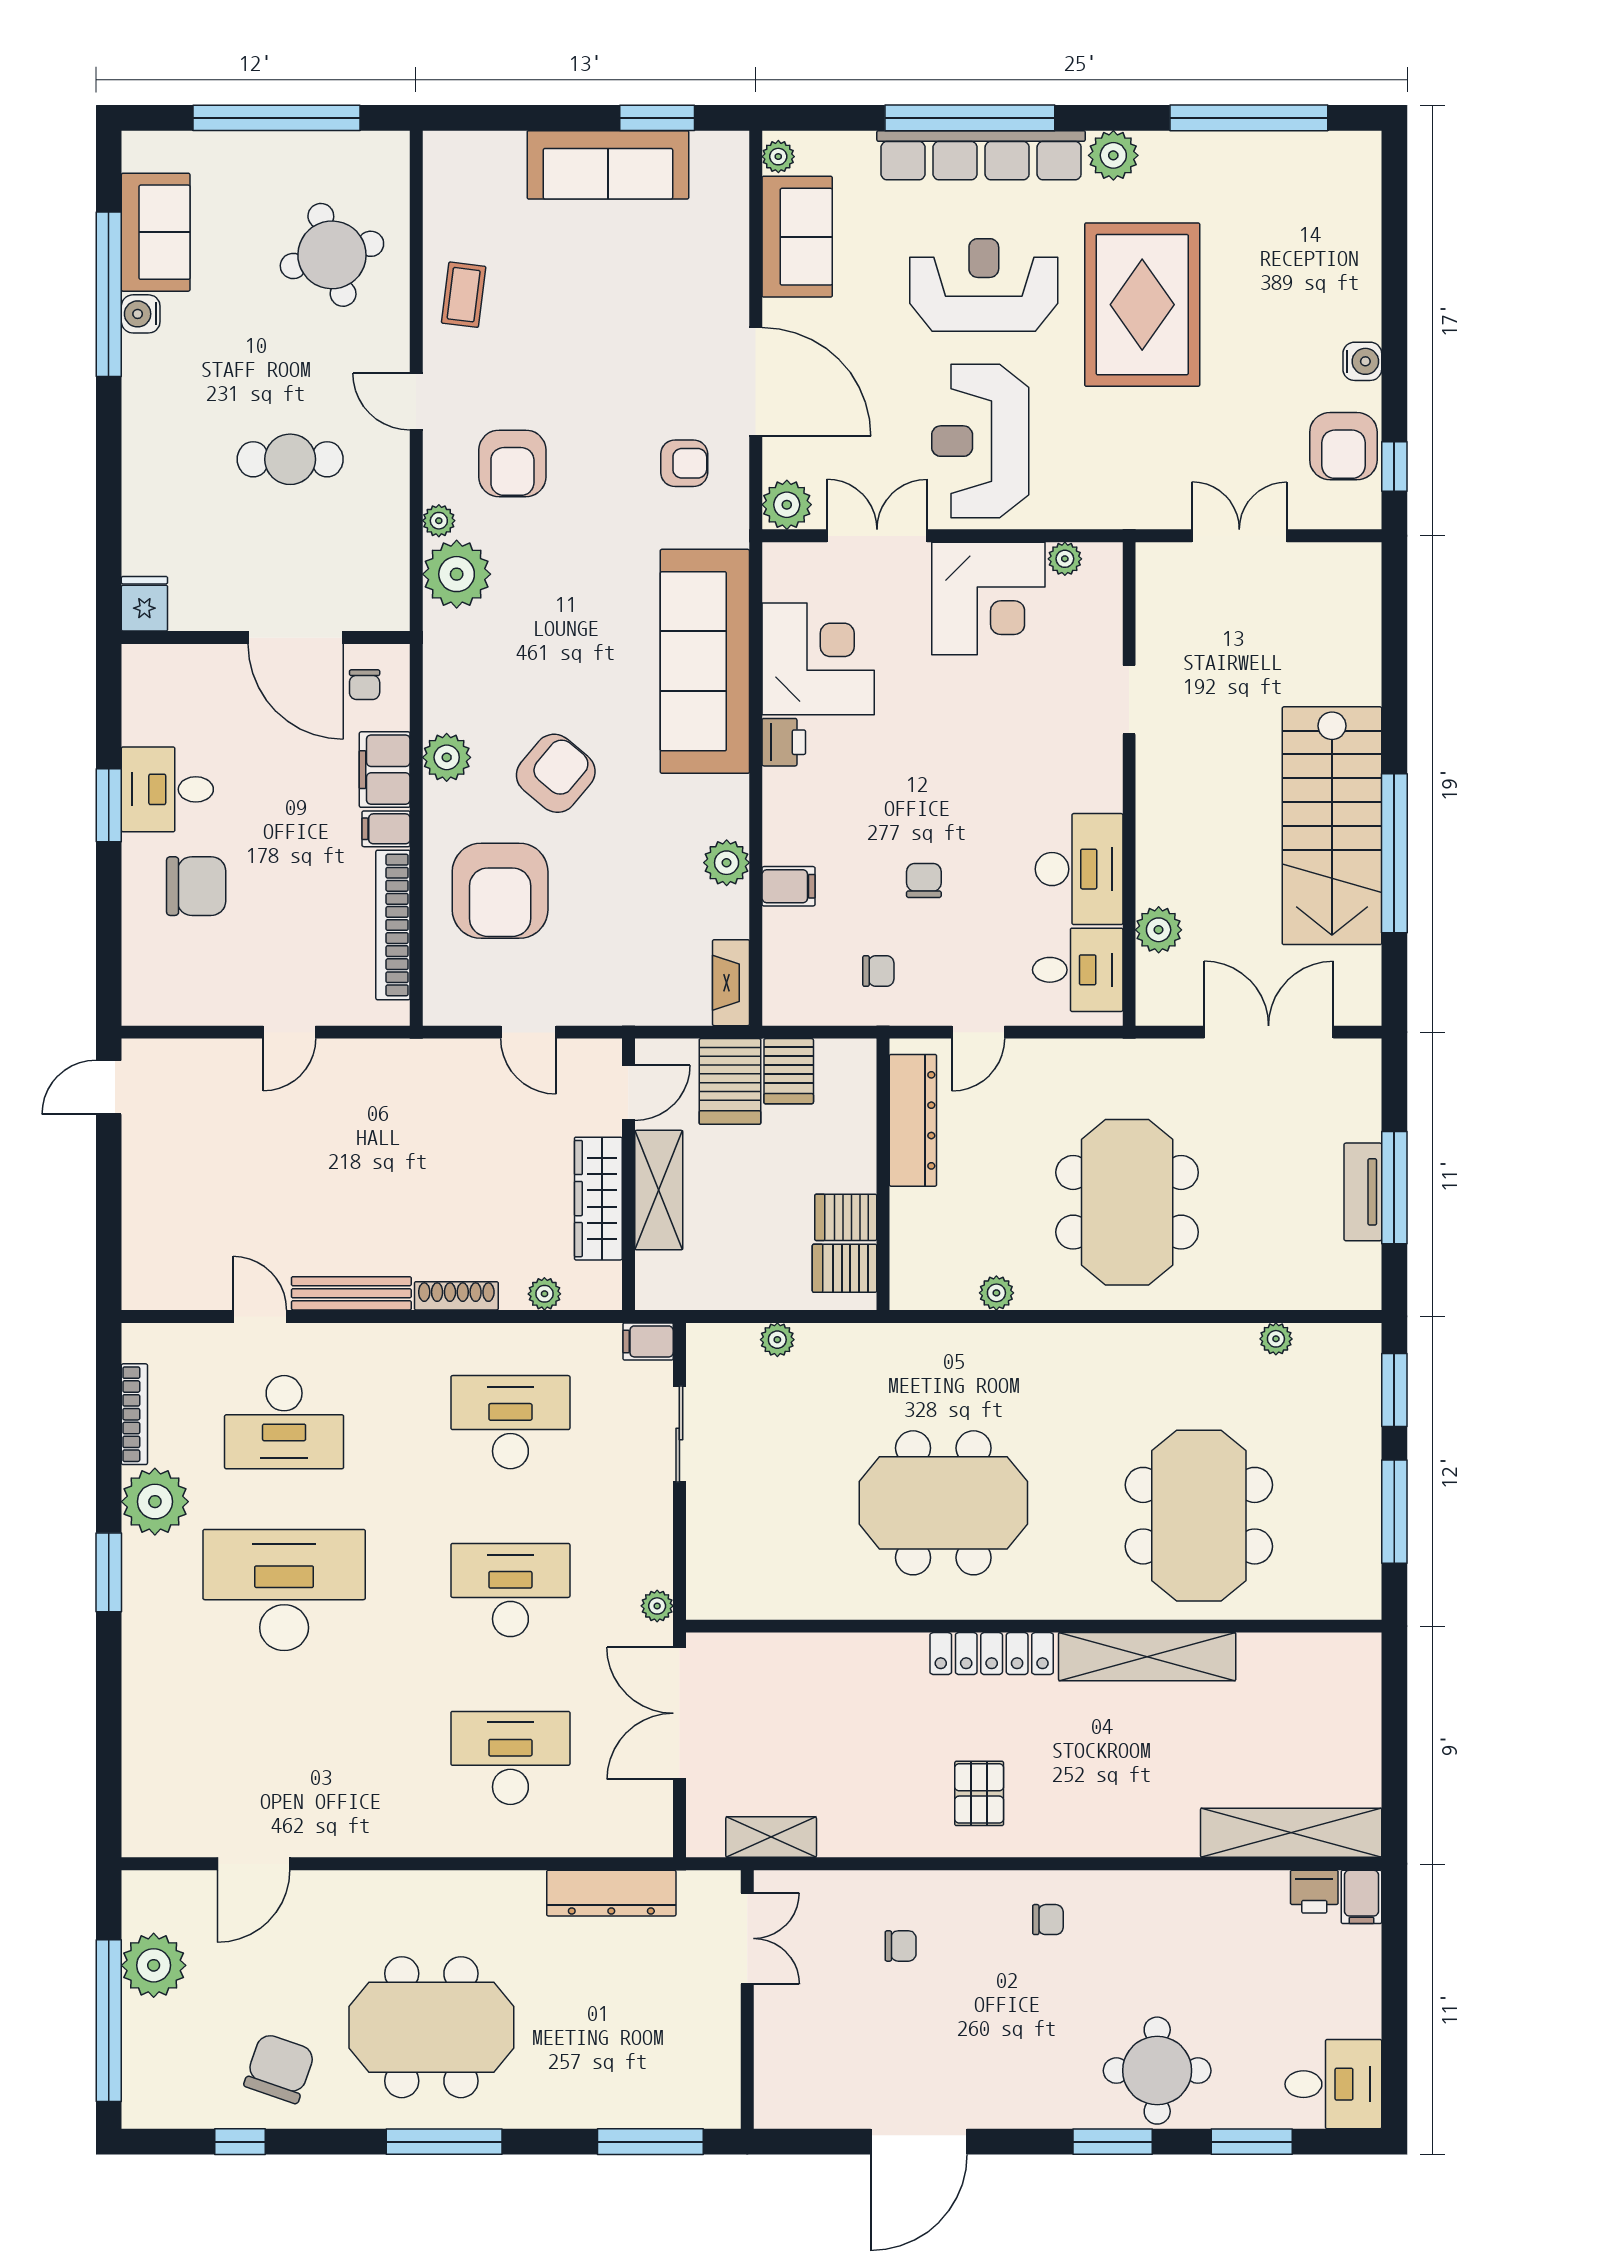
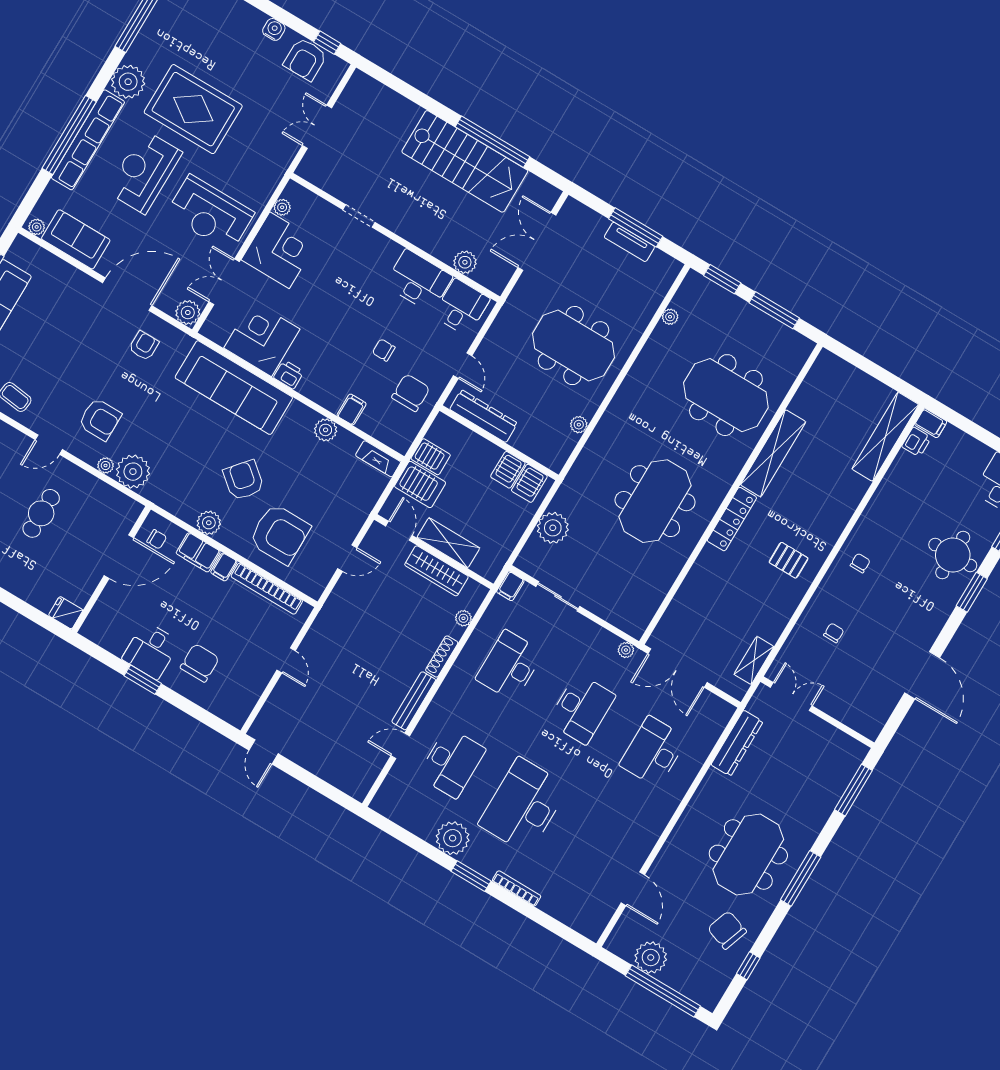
plant: (1113, 155) -> (128, 82), width x1.36, depth x1.36
armchair: (1343, 446) -> (305, 59), turned 90
chair: (878, 971) -> (411, 393), width x1.87, depth x1.87
plant: (777, 1340) -> (553, 528), width x1.88, depth x1.88
bookcase: (134, 1414) -> (517, 888), moved
desk: (510, 1590) -> (581, 709), turned 180

